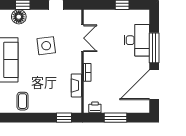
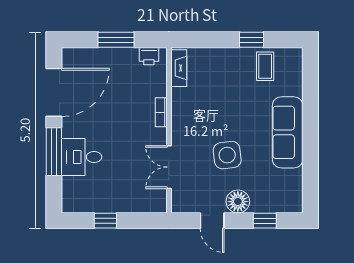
floor lamp: (19, 17) -> (238, 202), moved
desk: (137, 40) -> (82, 157), width x0.73
fireplace: (76, 85) -> (179, 68), moved
window: (64, 118) -> (252, 40), moved

